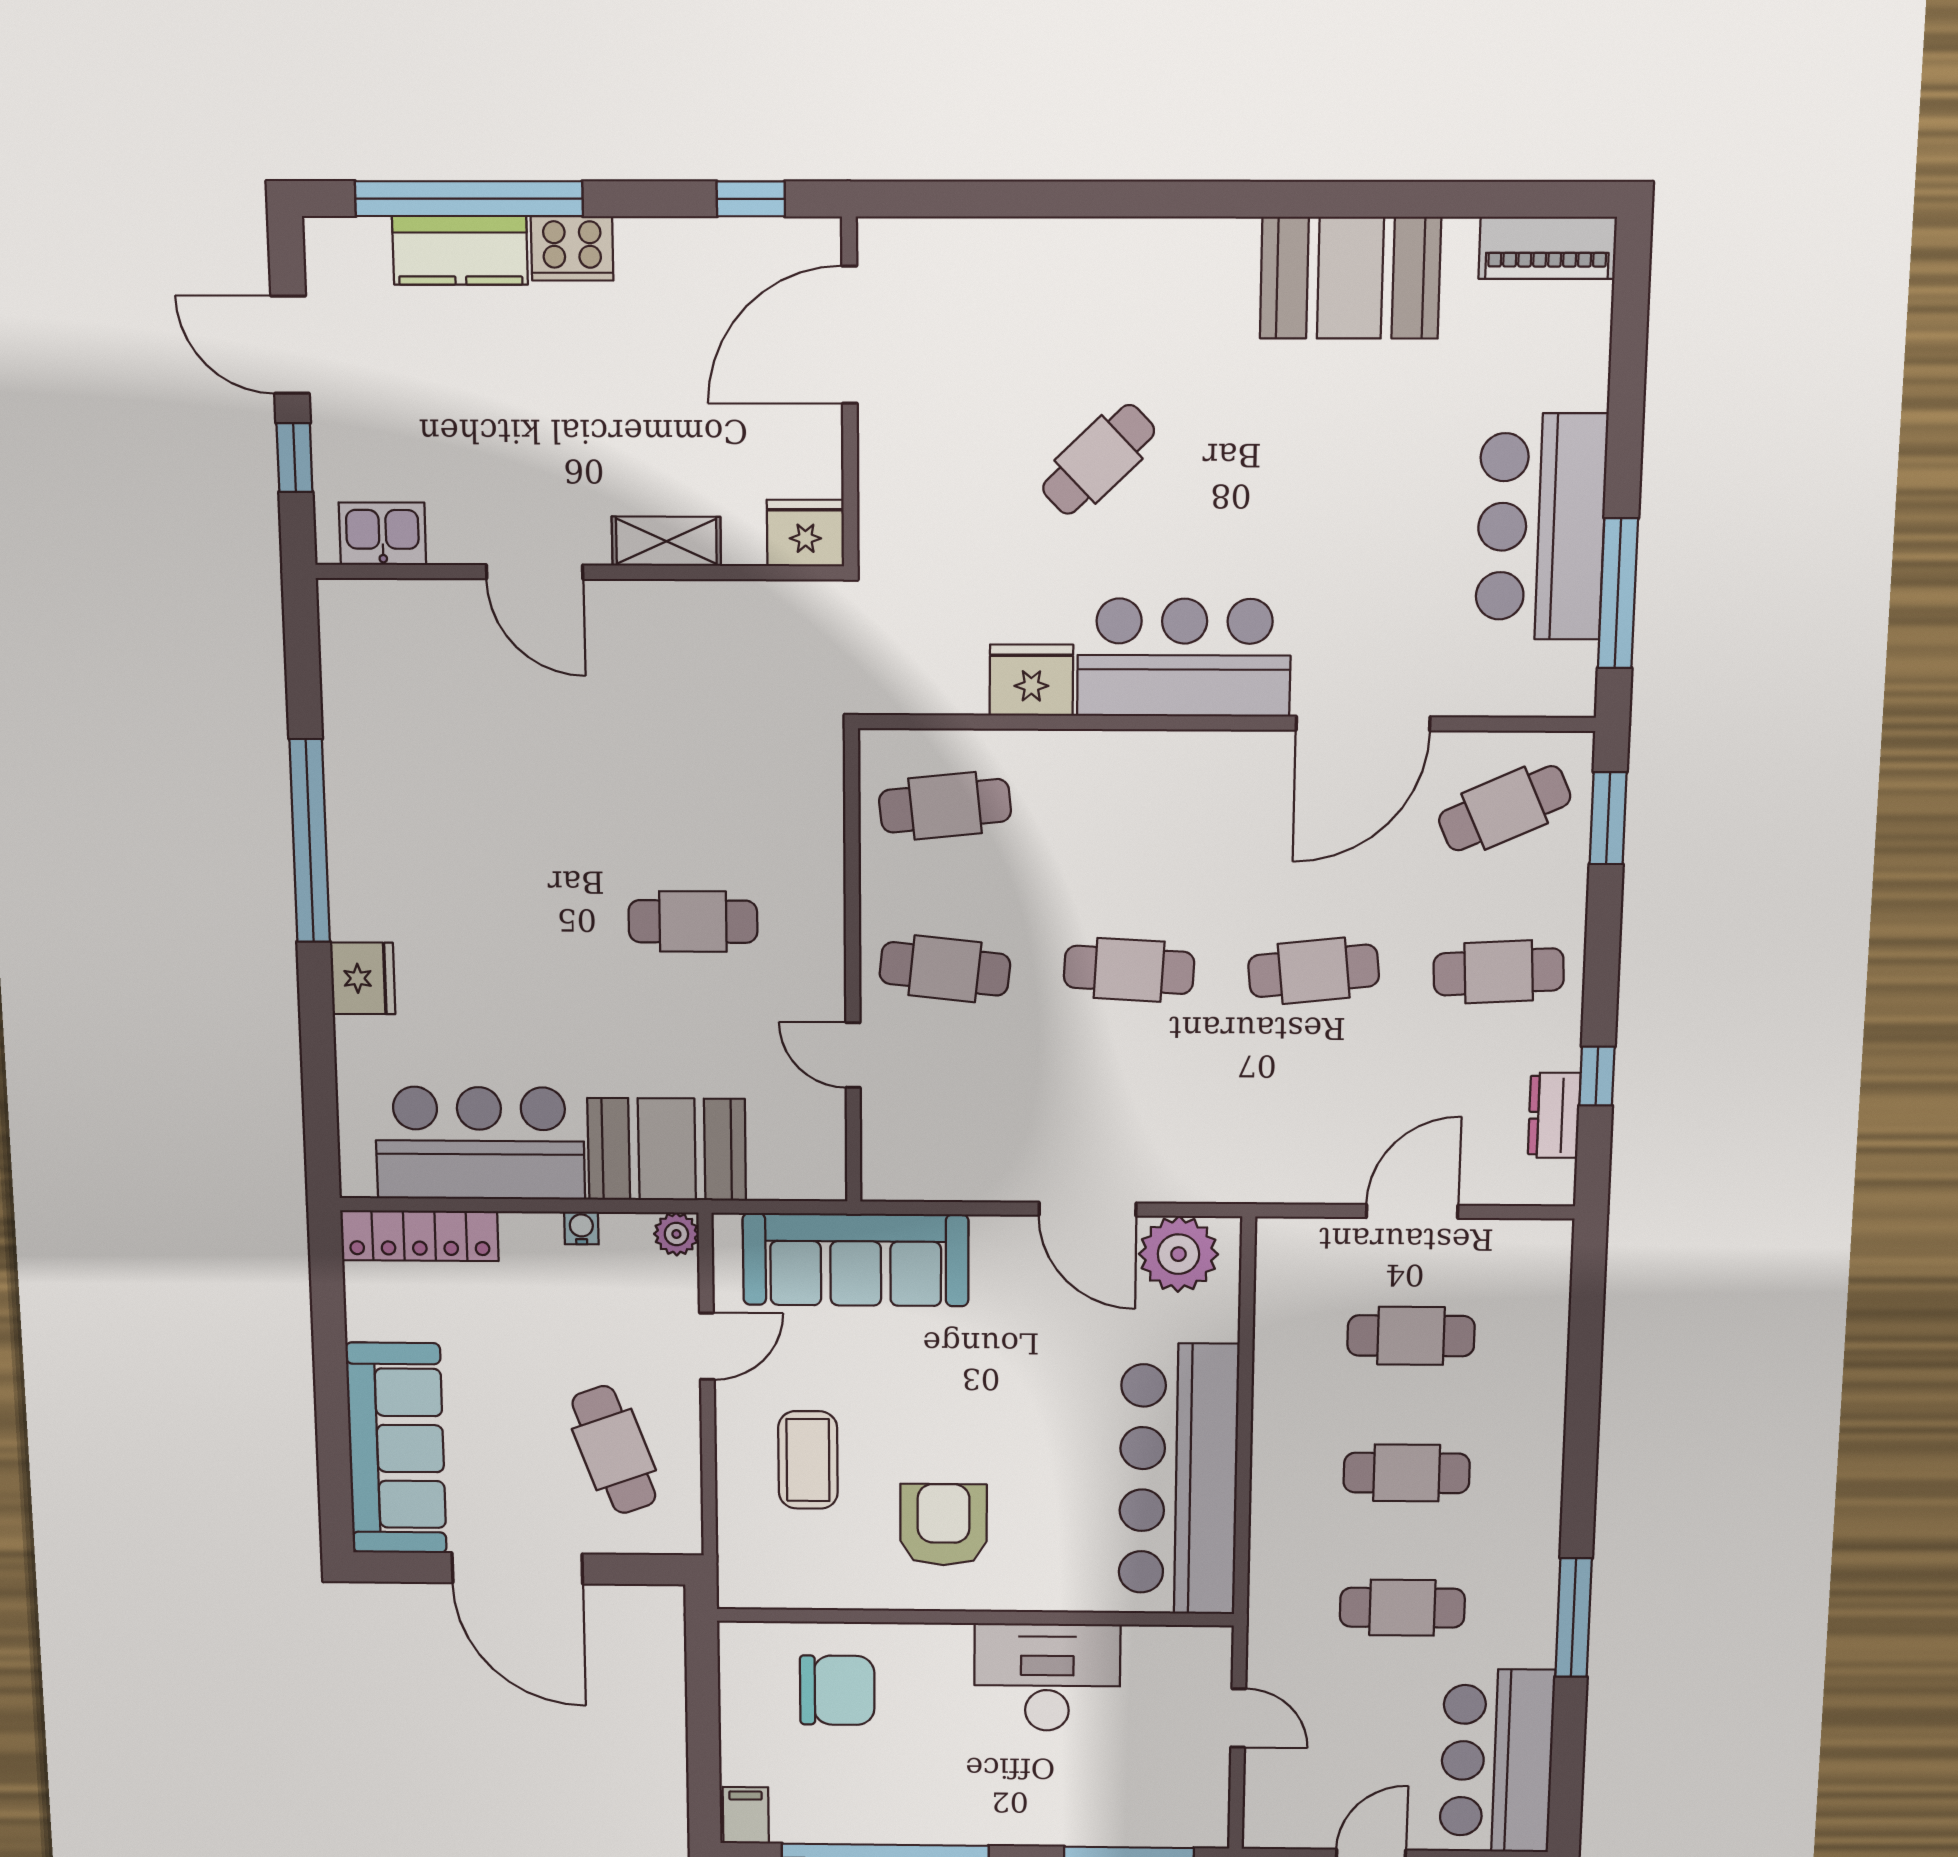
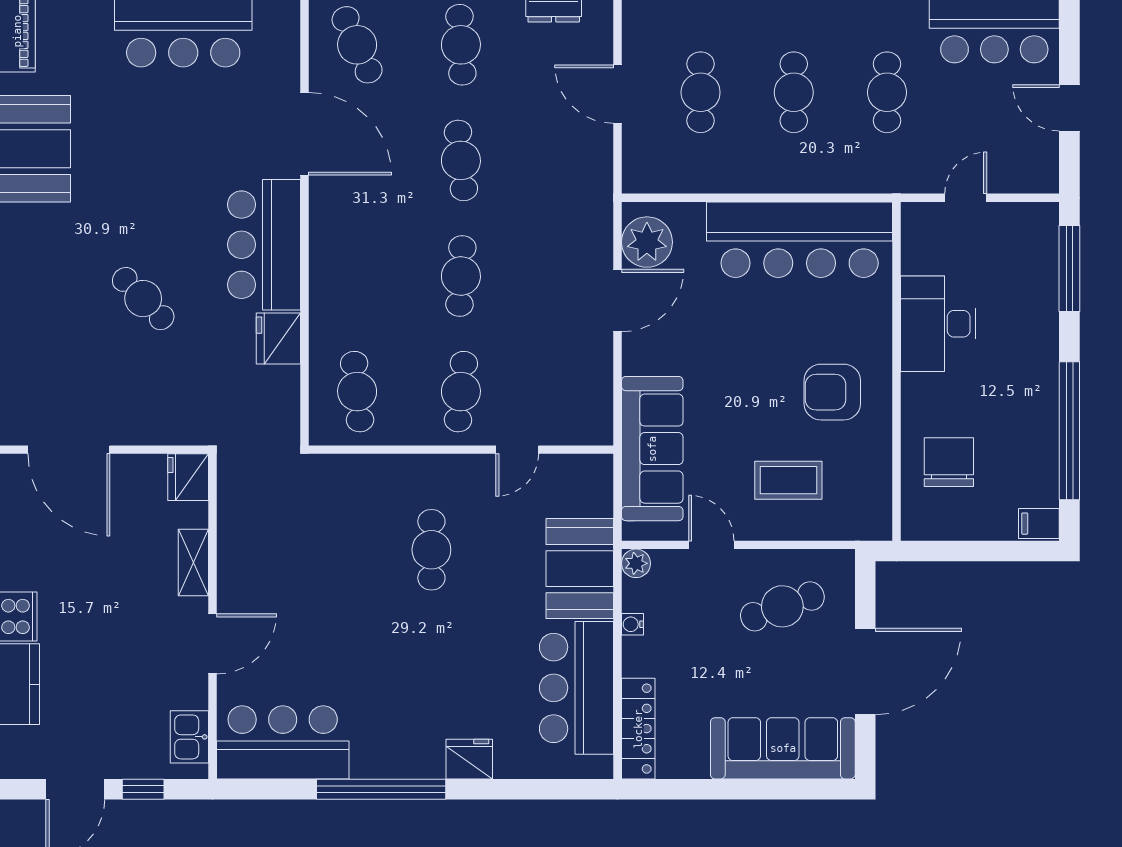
bar counter: (379, 685) -> (283, 742), added

